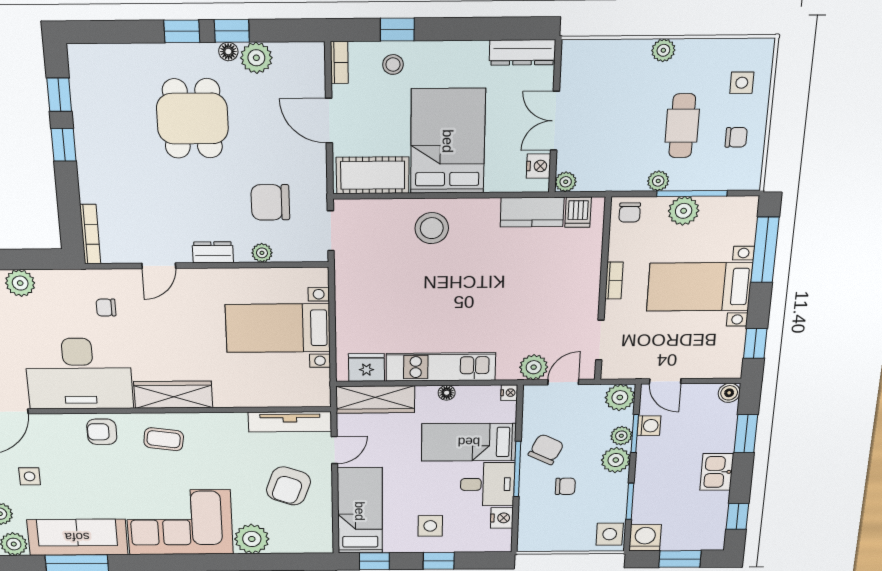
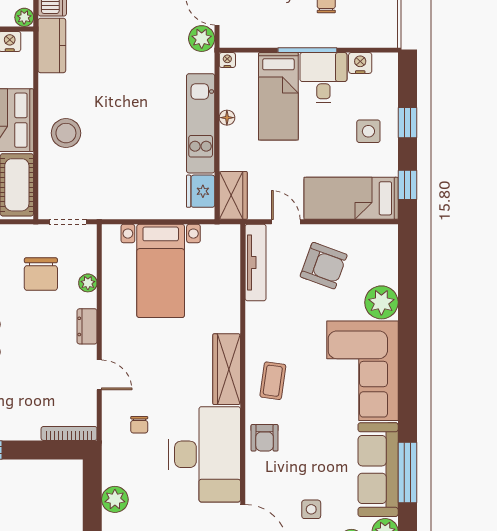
wardrobe: (375, 399) -> (233, 195), width x0.67
chair: (546, 449) -> (287, 24), removed

